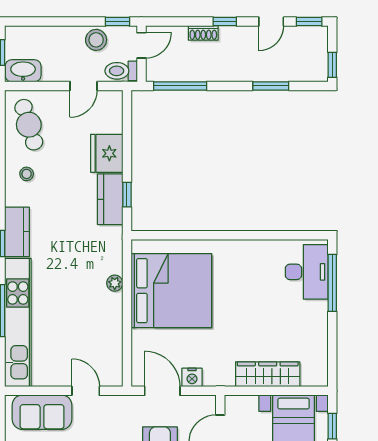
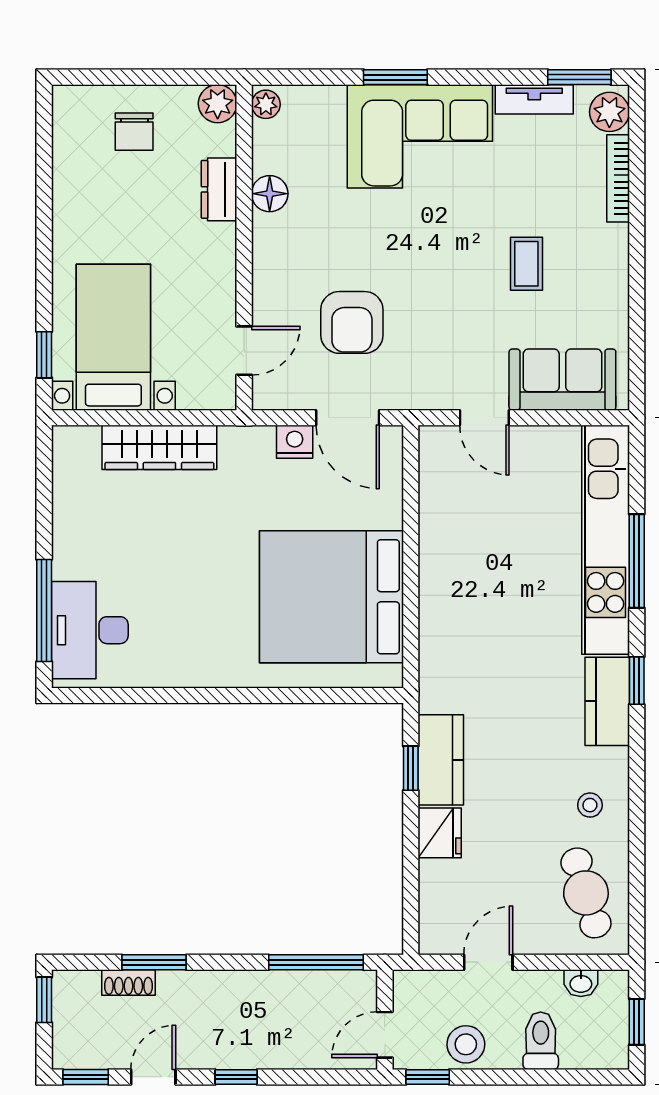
shoe rack: (203, 33) -> (128, 983), moved, turned 180
washbasin: (23, 71) -> (581, 983), width x0.52, depth x0.69
toilet: (121, 71) -> (541, 1041), moved, turned -90
fridge: (107, 153) -> (440, 833), width x0.73, depth x0.75
plant: (115, 283) -> (433, 610), removed

